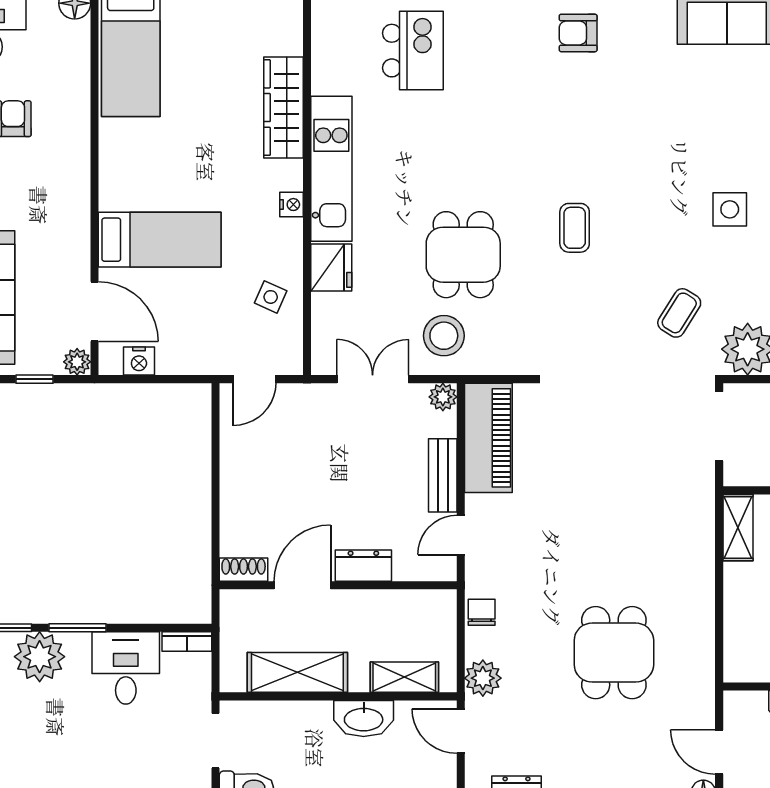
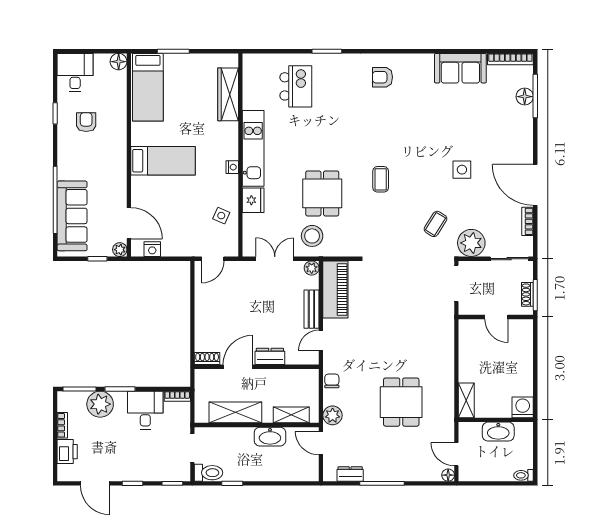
wardrobe: (284, 108) -> (228, 94), moved
bed: (160, 240) -> (163, 161), moved
shelving: (738, 528) -> (466, 400), moved

